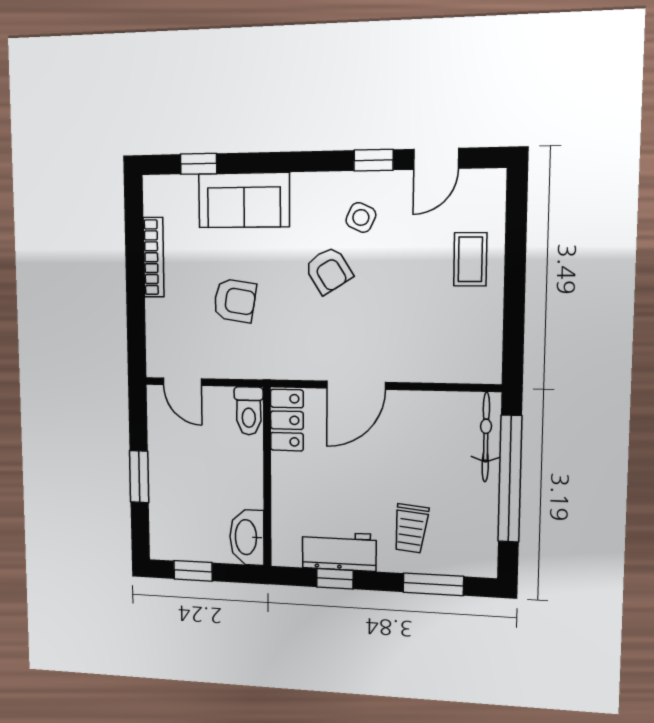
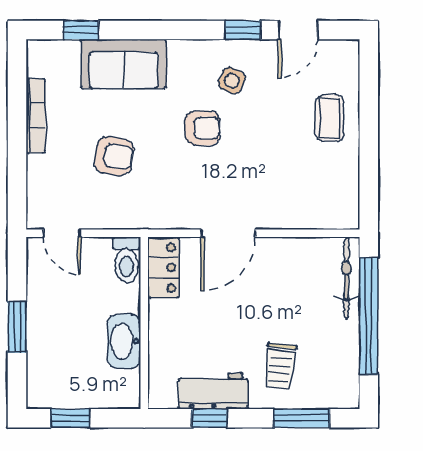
armchair: (329, 270) -> (202, 128), turned -58
washbasin: (247, 537) -> (124, 341), moved

